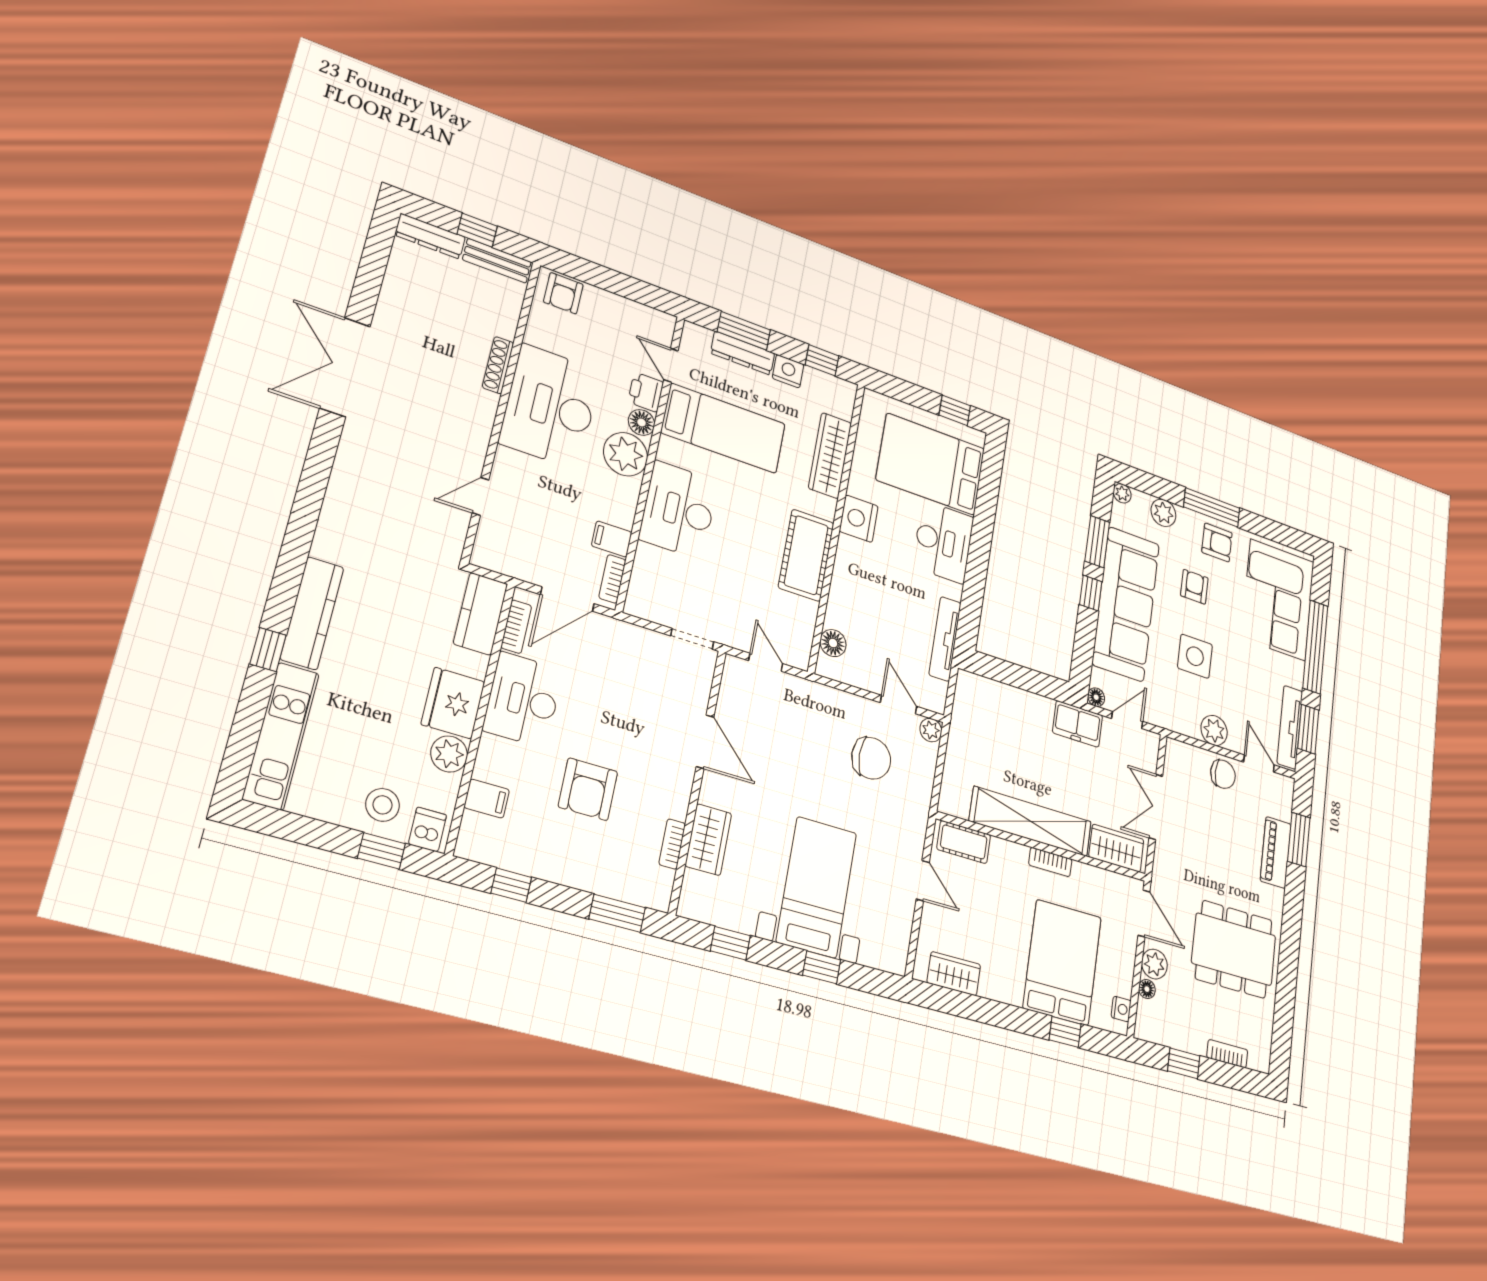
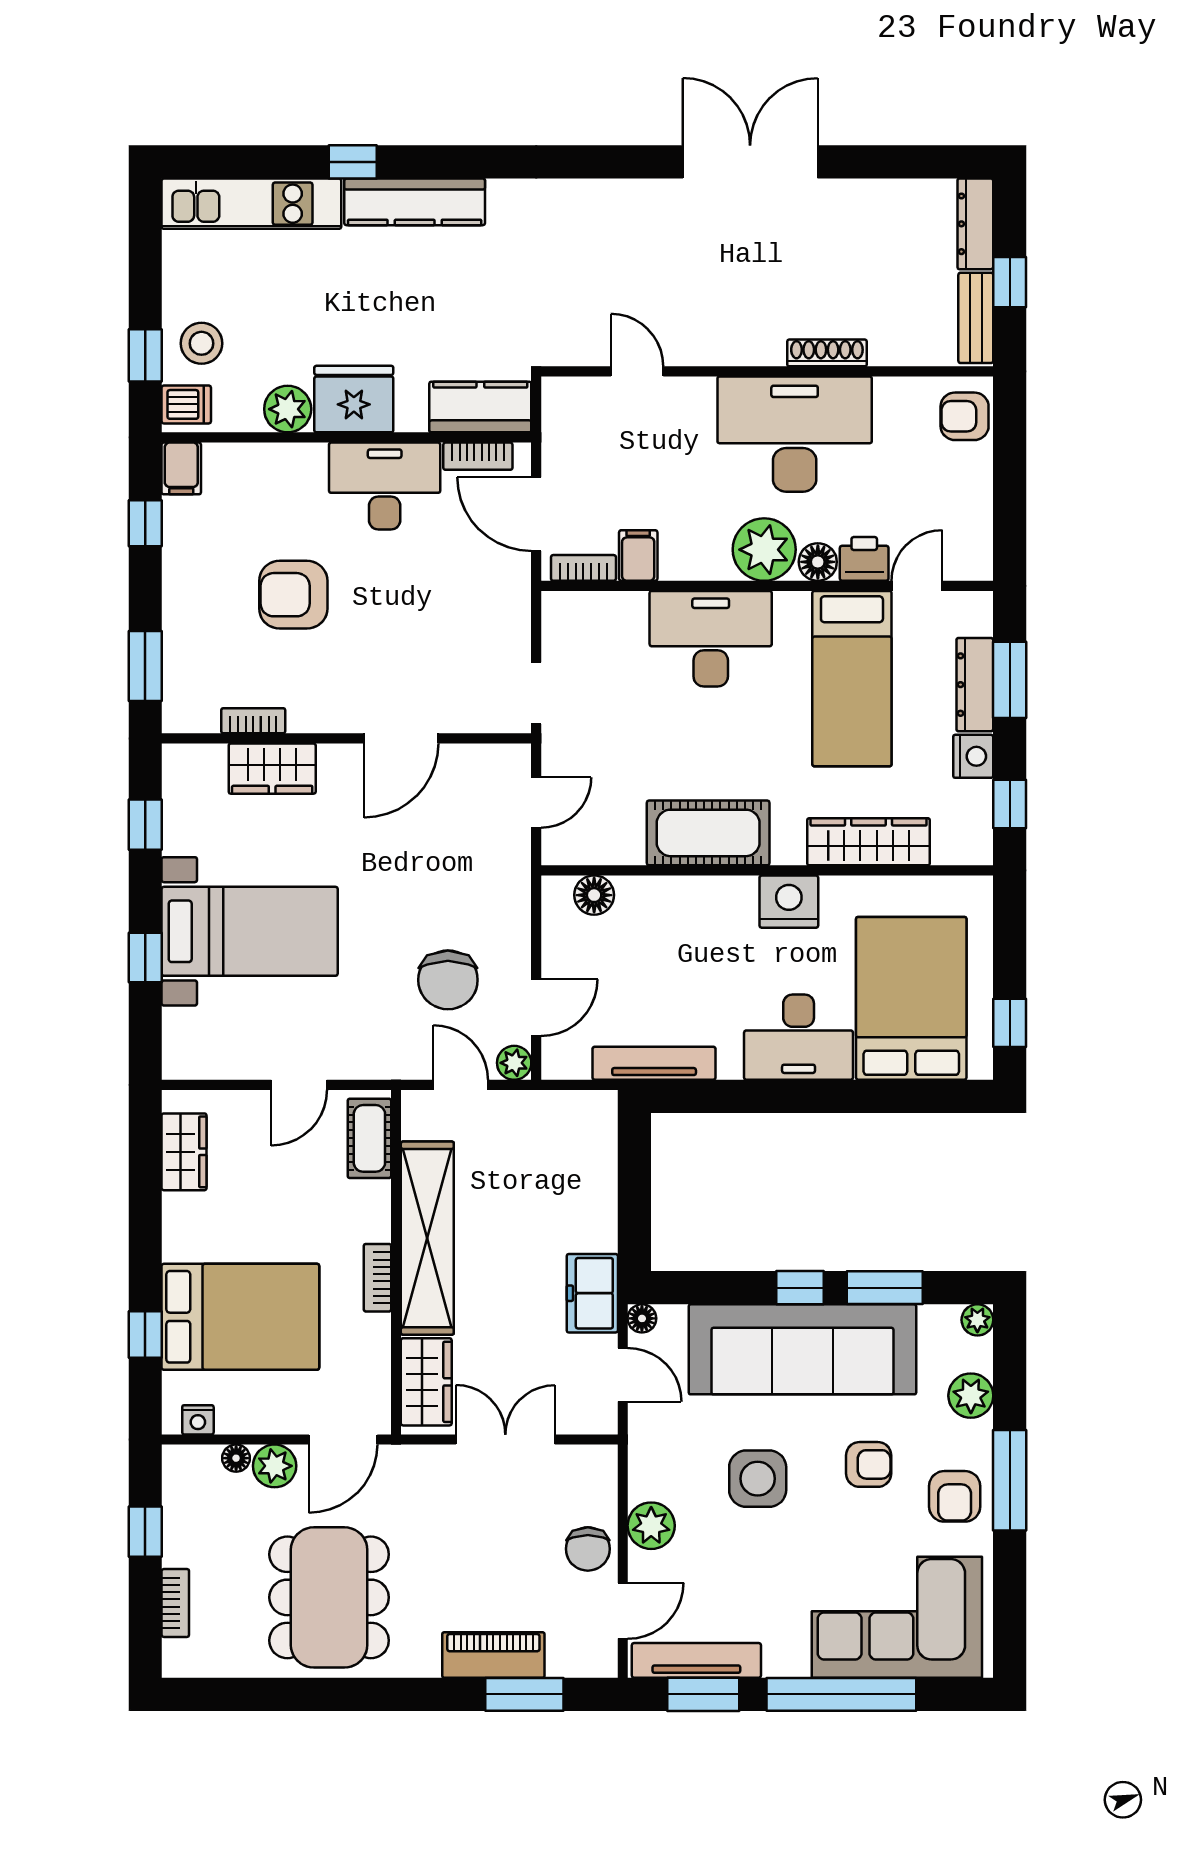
door: (939, 770) -> (461, 1085), added
filing cabinet: (487, 799) -> (181, 468), moved

